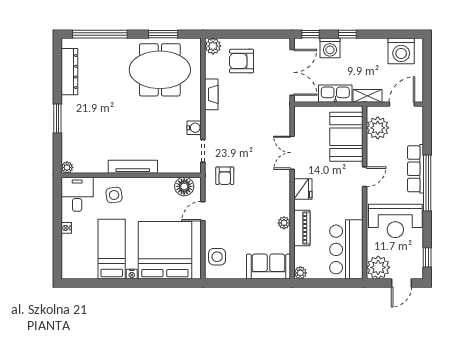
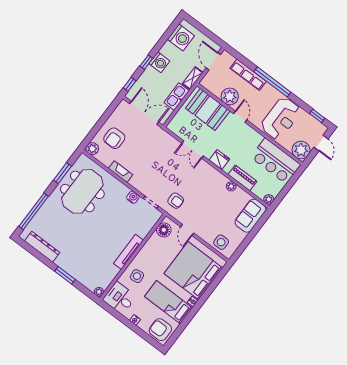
washing machine: (330, 48) -> (159, 62), moved
plant: (378, 128) -> (230, 96), moved
row of seats: (415, 169) -> (248, 75), moved
armchair: (76, 262) -> (160, 330), added

